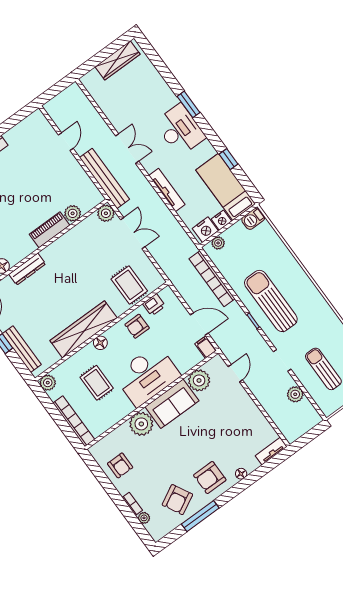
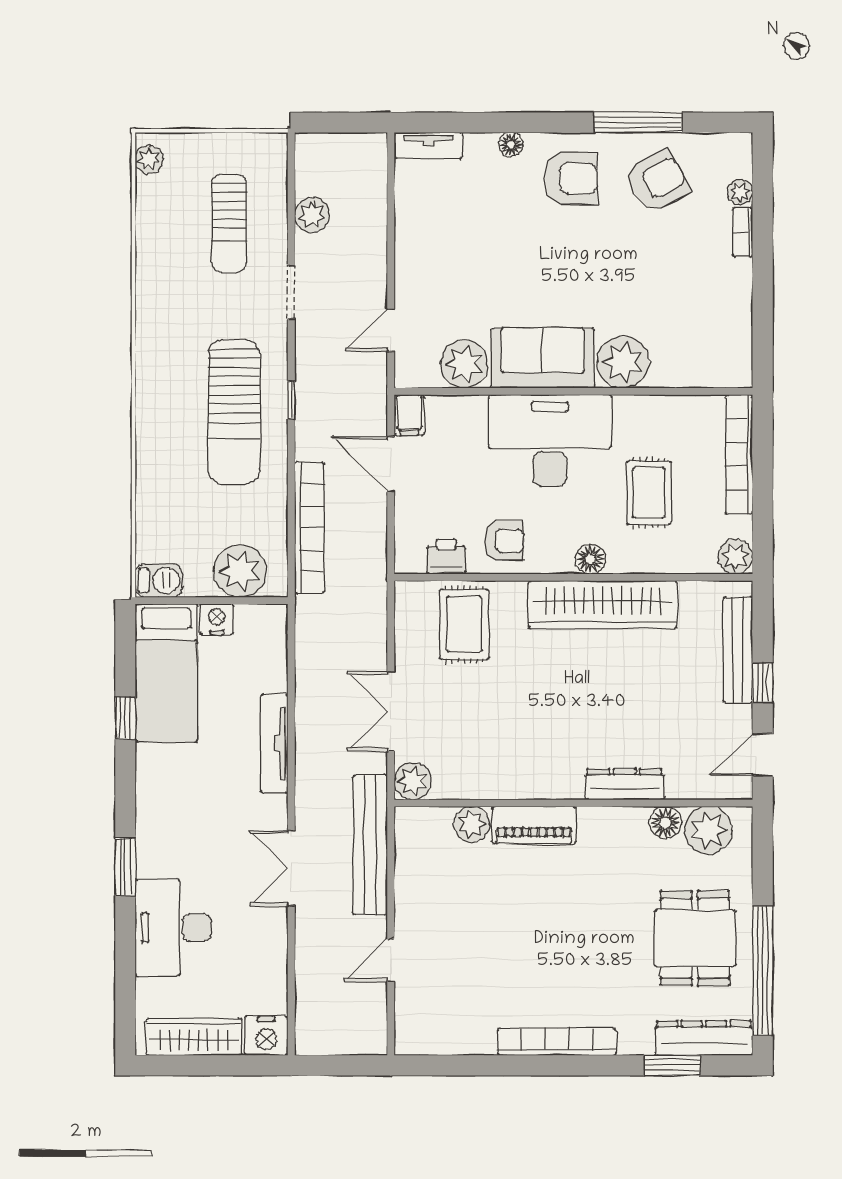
desk: (180, 130) -> (173, 928), moved
nightstand: (205, 230) -> (266, 1036), moved, turned 180
plant: (218, 243) -> (240, 571), width x1.88, depth x1.88
armchair: (120, 465) -> (714, 316), removed

